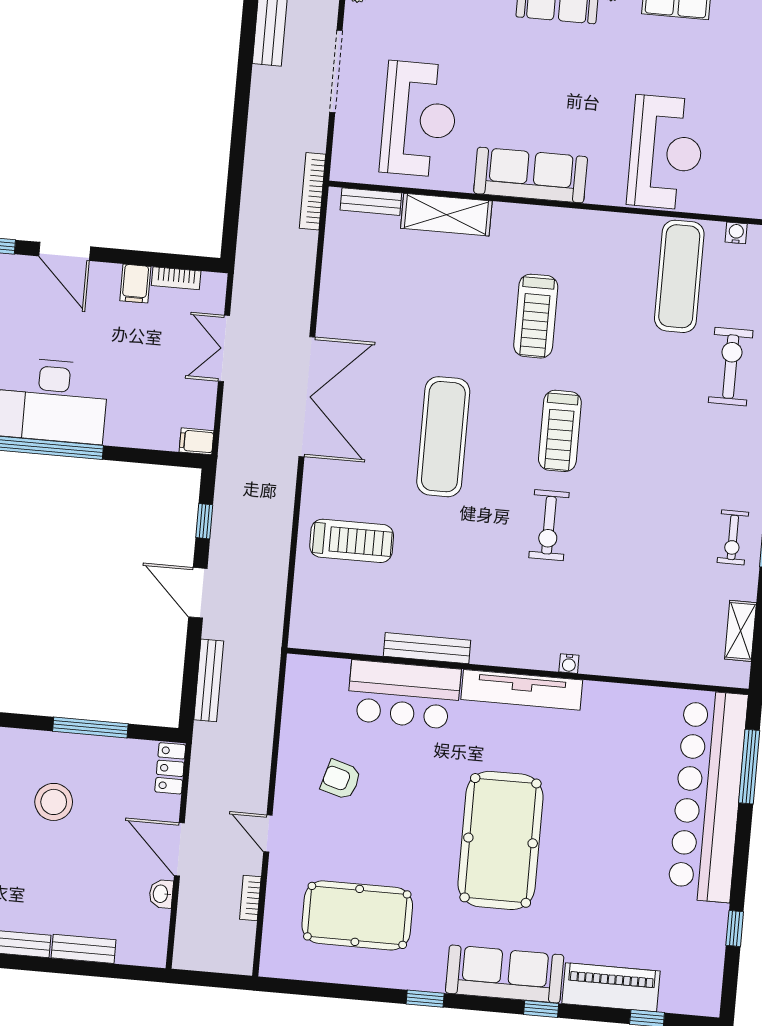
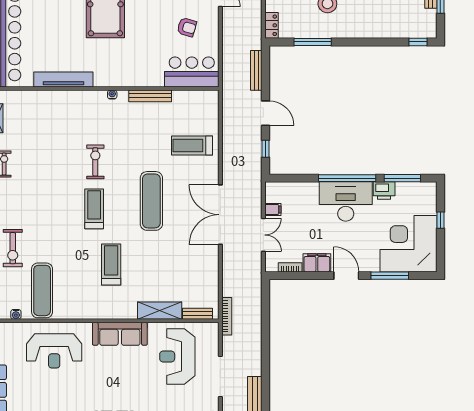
reception desk: (666, 153) -> (54, 351), turned -90
filing cabinet: (135, 284) -> (317, 263), width x2.00
filing cabinet: (196, 441) -> (273, 209), moved
water cooler: (569, 664) -> (112, 95), moved
tv unit: (522, 690) -> (63, 80), moved
bar counter: (404, 695) -> (192, 72), moved

